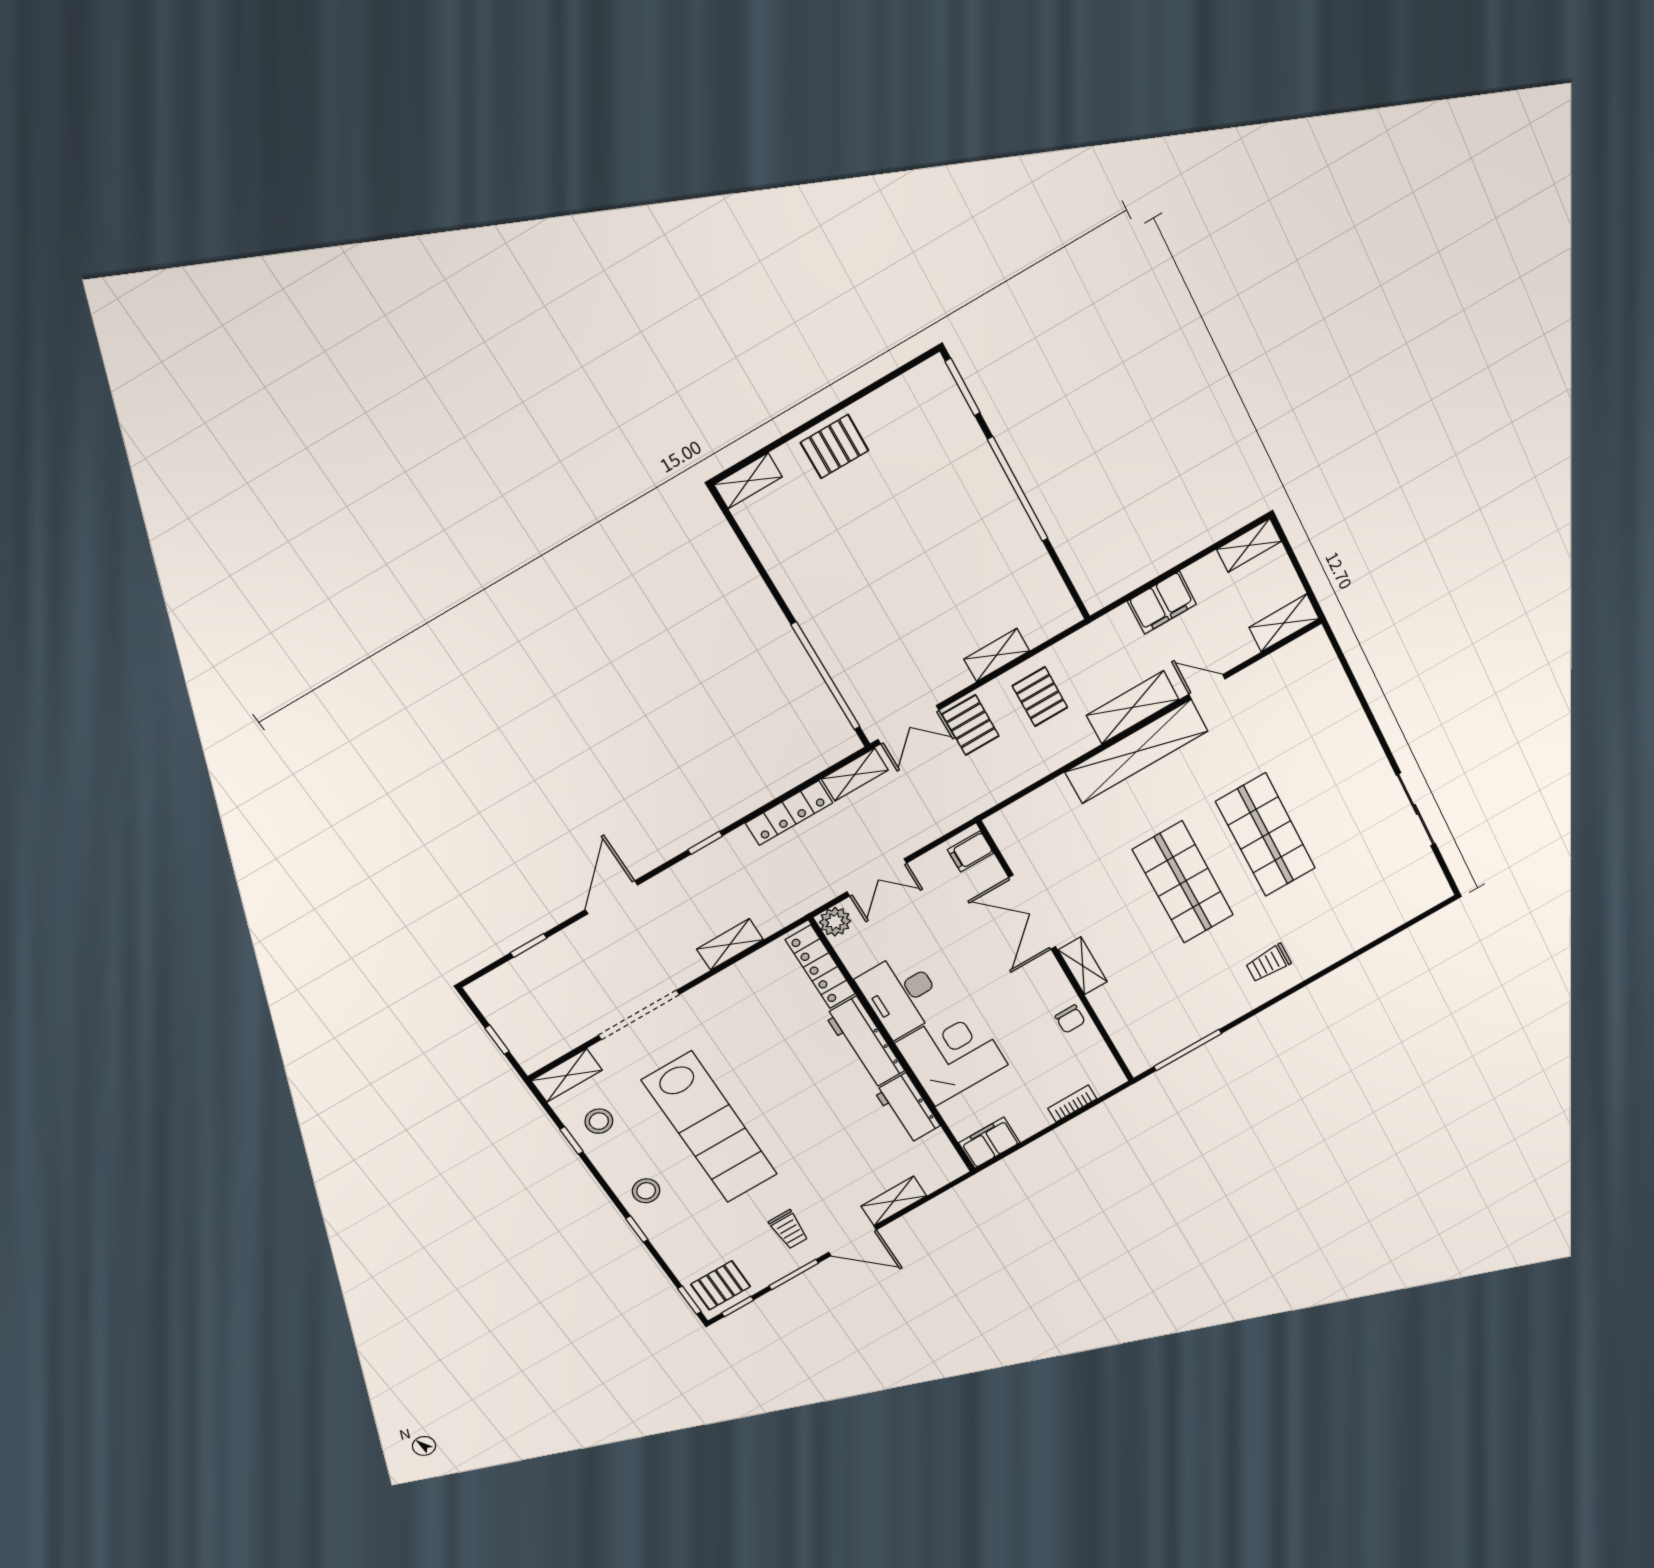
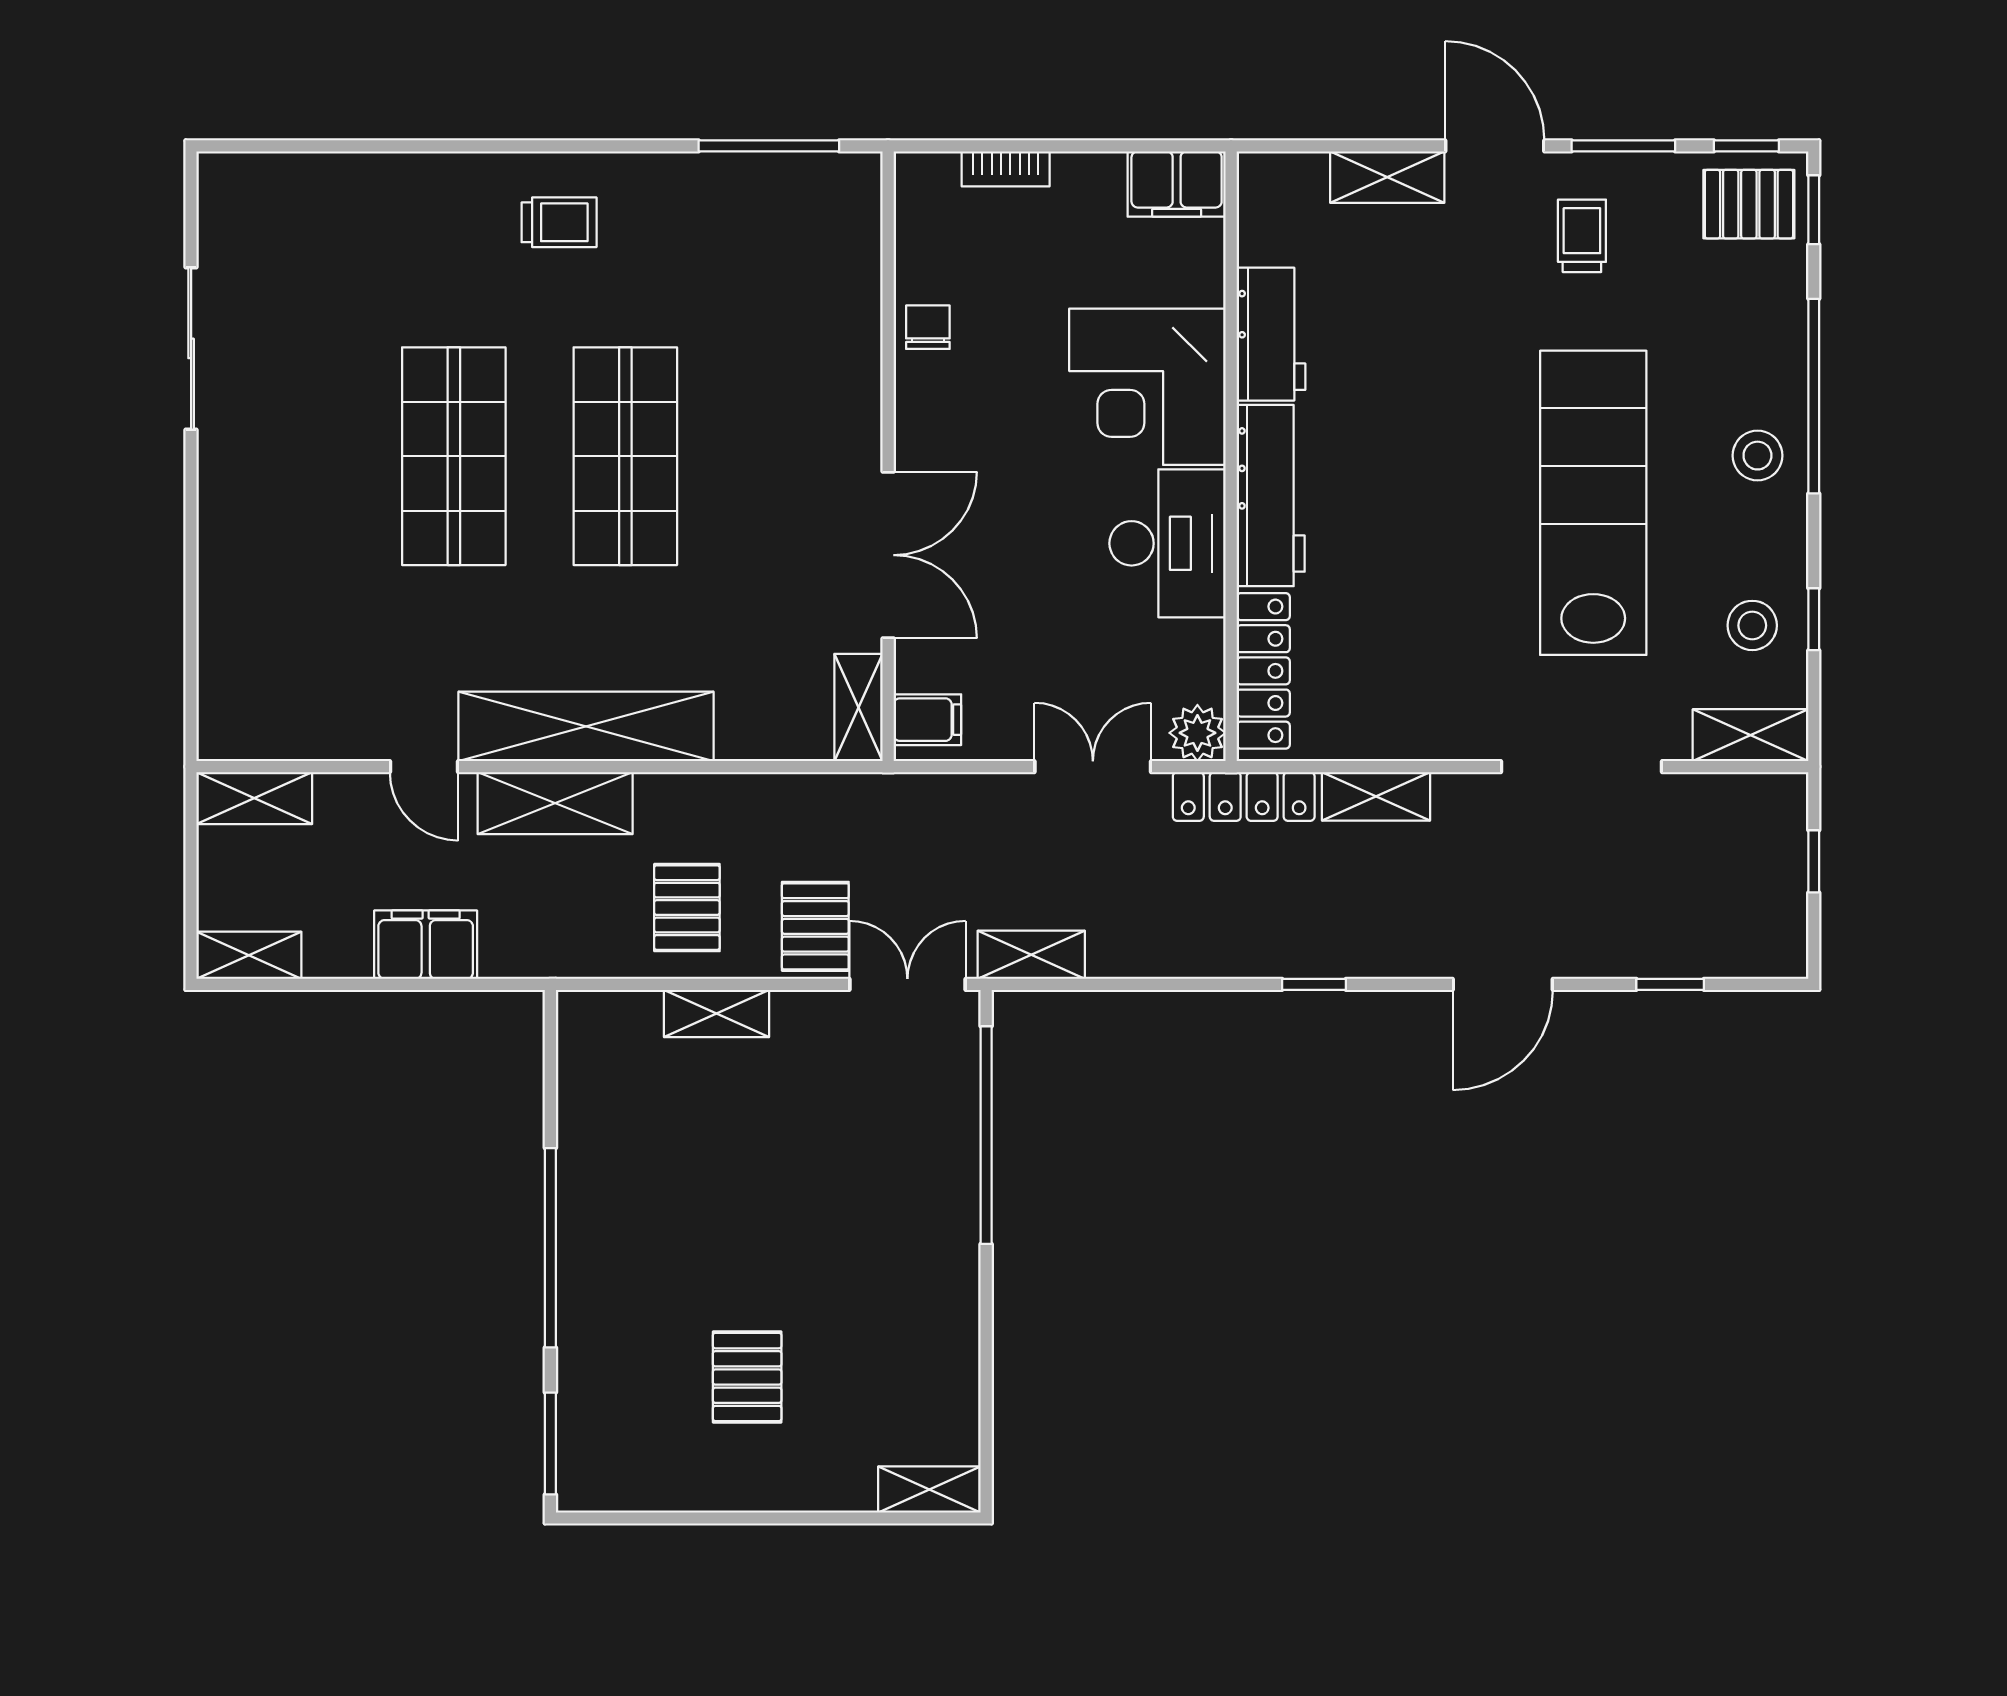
pallet: (835, 446) -> (747, 1377), moved, turned 90
locker: (789, 813) -> (1244, 797), moved, turned 180
shelving: (1083, 966) -> (858, 707), moved
window: (637, 1229) -> (1814, 396), width x3.17

